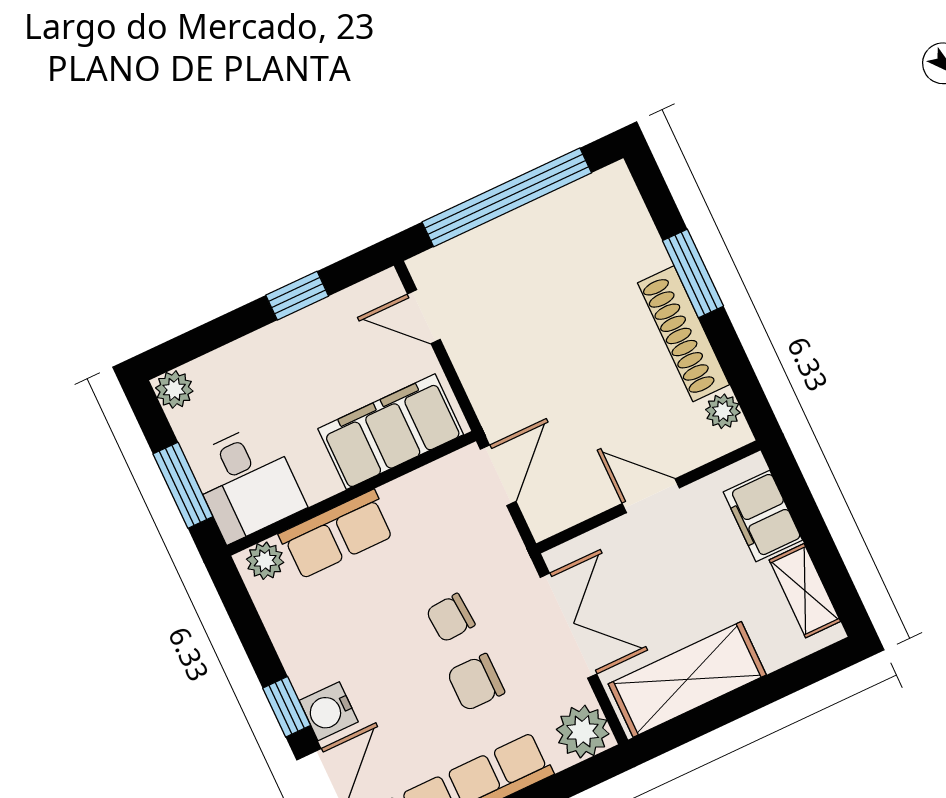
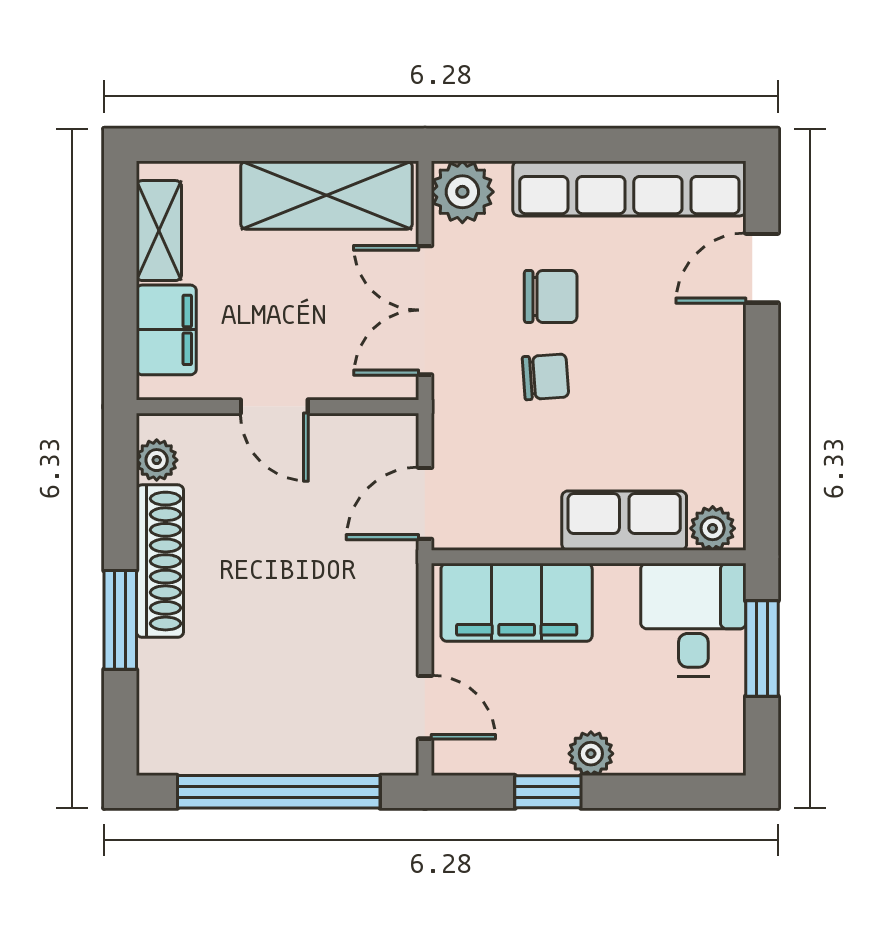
plant: (174, 389) -> (591, 754), moved
window: (287, 707) -> (762, 364), removed
water cooler: (329, 711) -> (720, 339), removed

